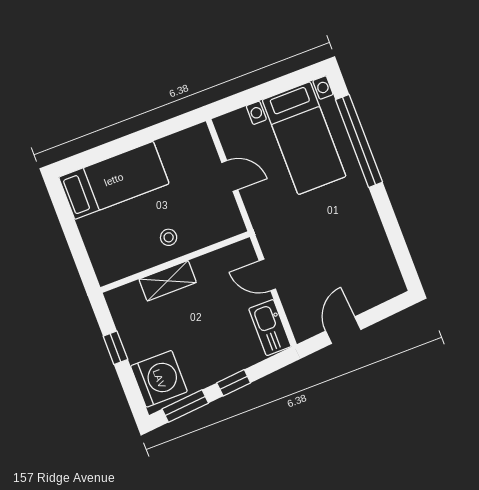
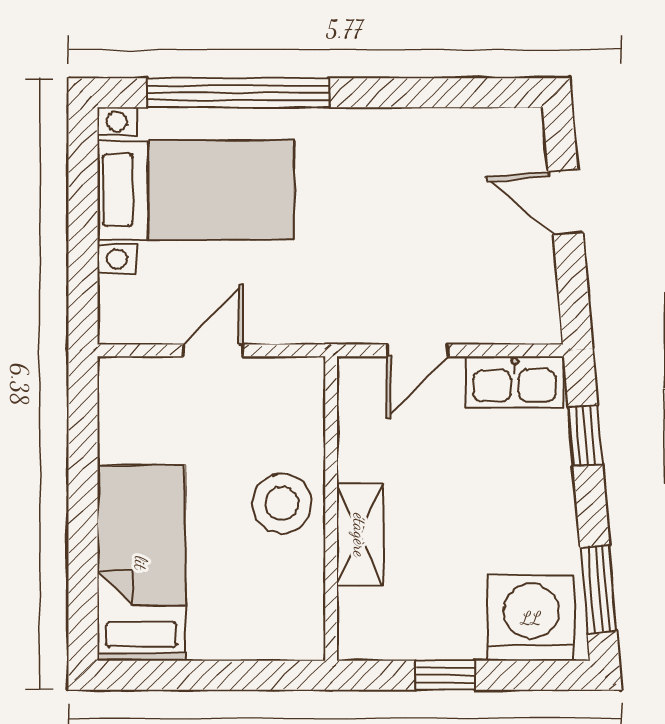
stool: (169, 237) -> (282, 503), width x1.89, depth x1.89
door: (343, 330) -> (566, 202), moved
window: (234, 383) -> (585, 436), moved

